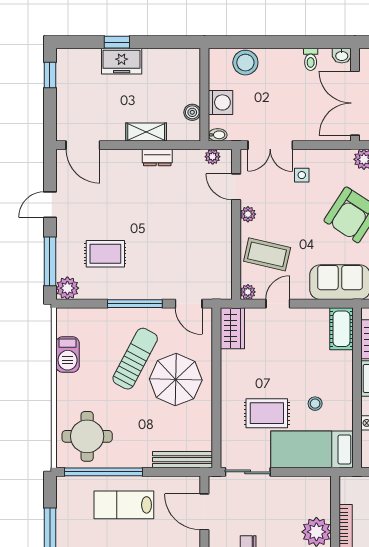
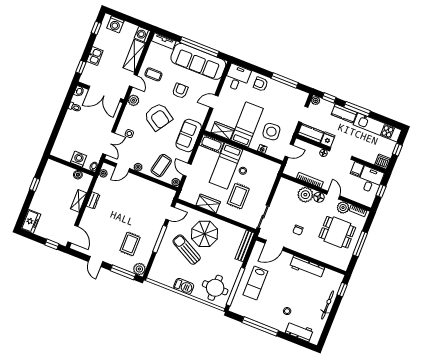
window: (117, 42) -> (35, 184), moved
freezer: (122, 61) -> (31, 221), moved
stool: (245, 63) -> (64, 139), removed
window: (50, 75) -> (52, 244), moved
door: (83, 145) -> (73, 234), hinge flipped
wardrobe: (232, 328) -> (208, 204), moved
barbecue: (68, 354) -> (184, 286), moved
bed: (312, 449) -> (226, 166), moved

